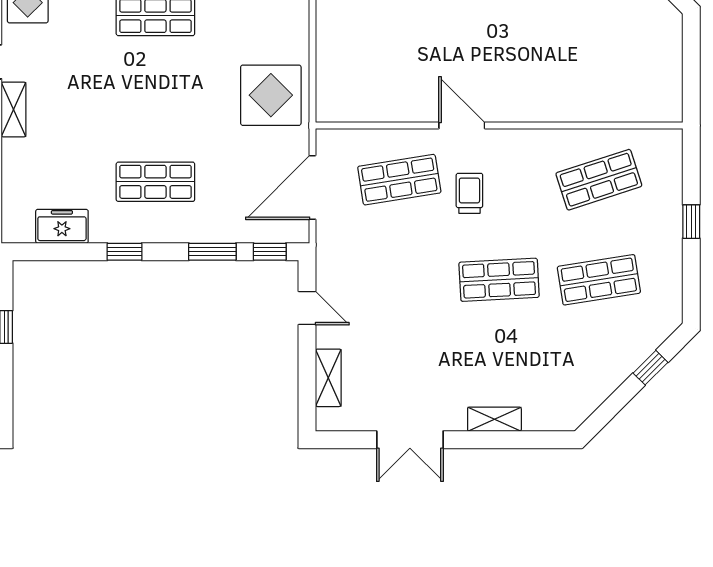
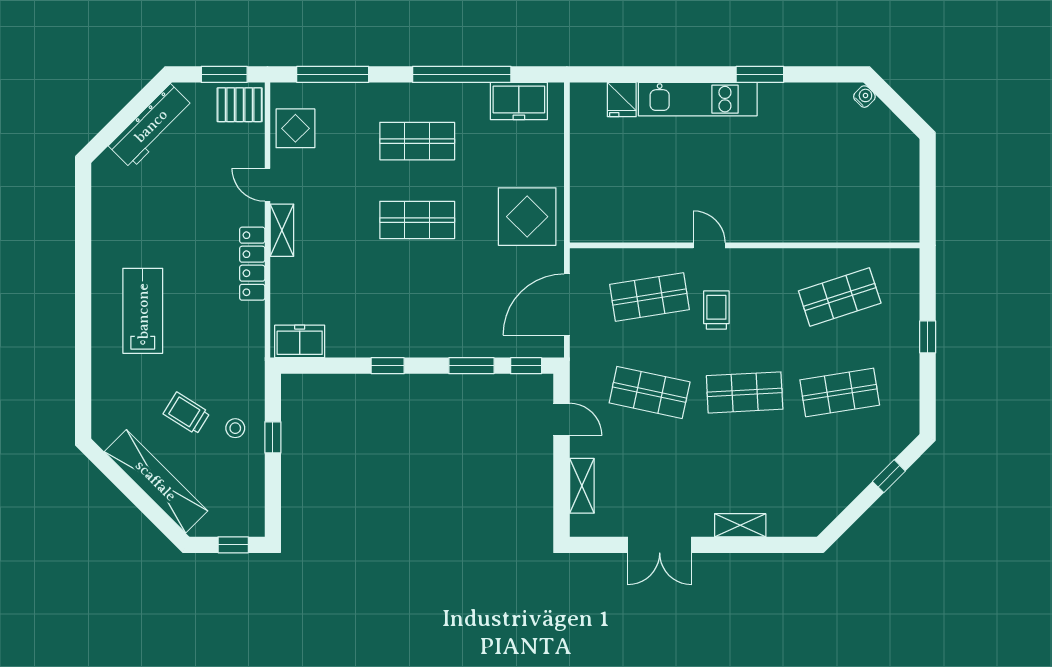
door: (462, 126) -> (709, 245), width x0.73
shop shelf: (155, 182) -> (417, 220), moved
freezer: (62, 226) -> (300, 341), moved
shop shelf: (399, 280) -> (650, 392), added

